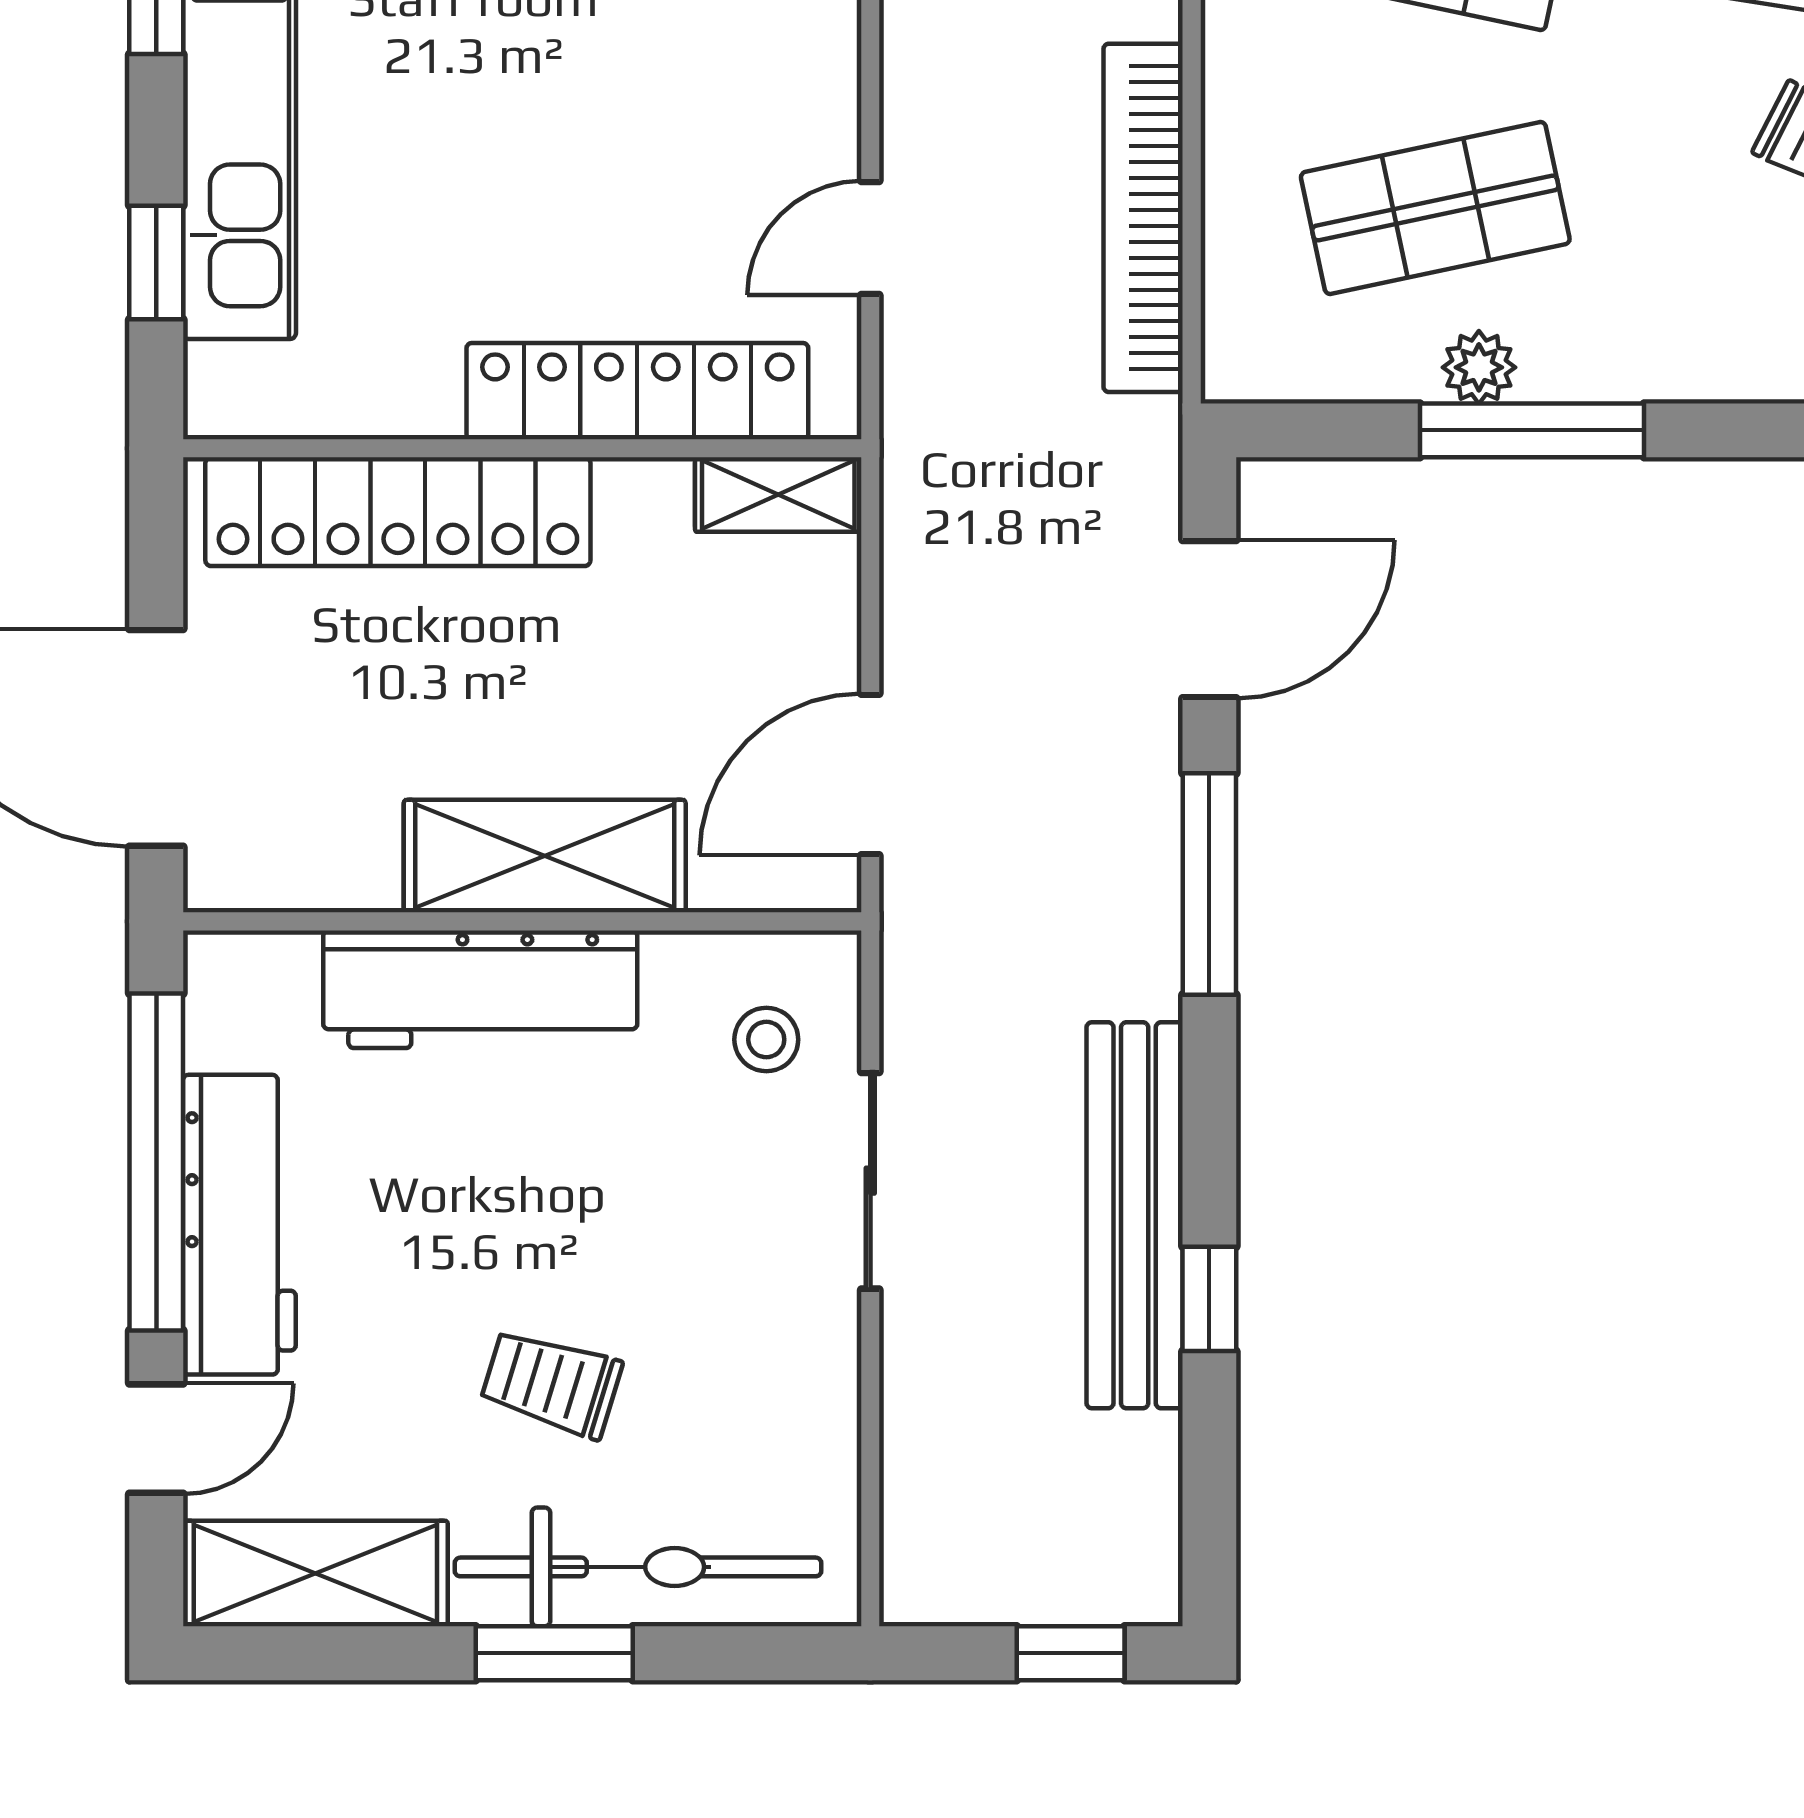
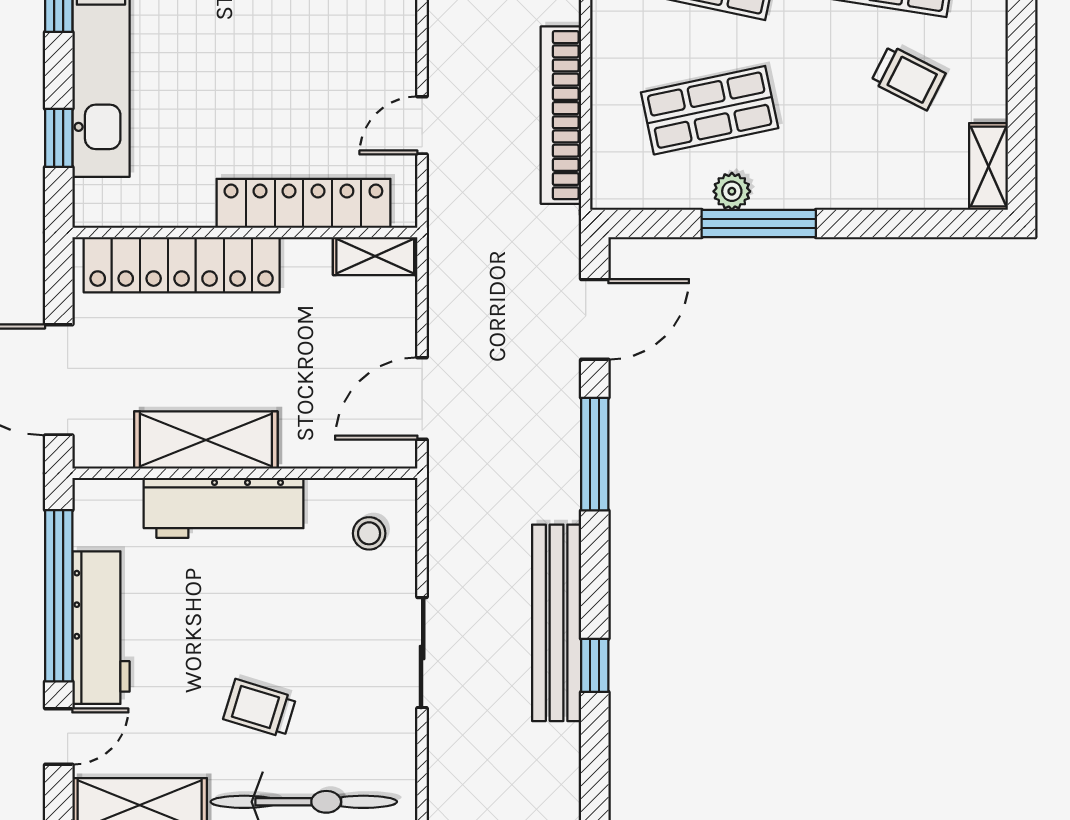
shelving: (545, 856) -> (206, 440), moved
sliding door: (870, 1181) -> (422, 653), moved

